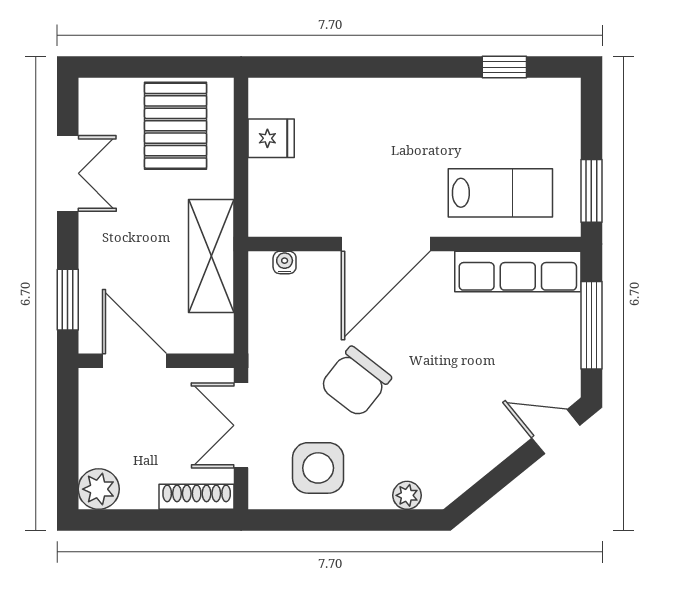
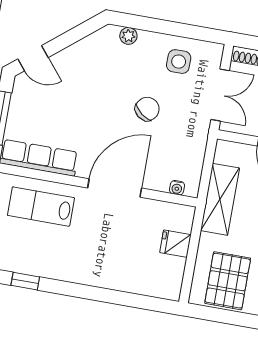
fridge: (271, 138) -> (175, 244), moved
chair: (356, 382) -> (147, 109), width x0.73, depth x0.73
side table: (318, 468) -> (179, 62), width x0.73, depth x0.73

